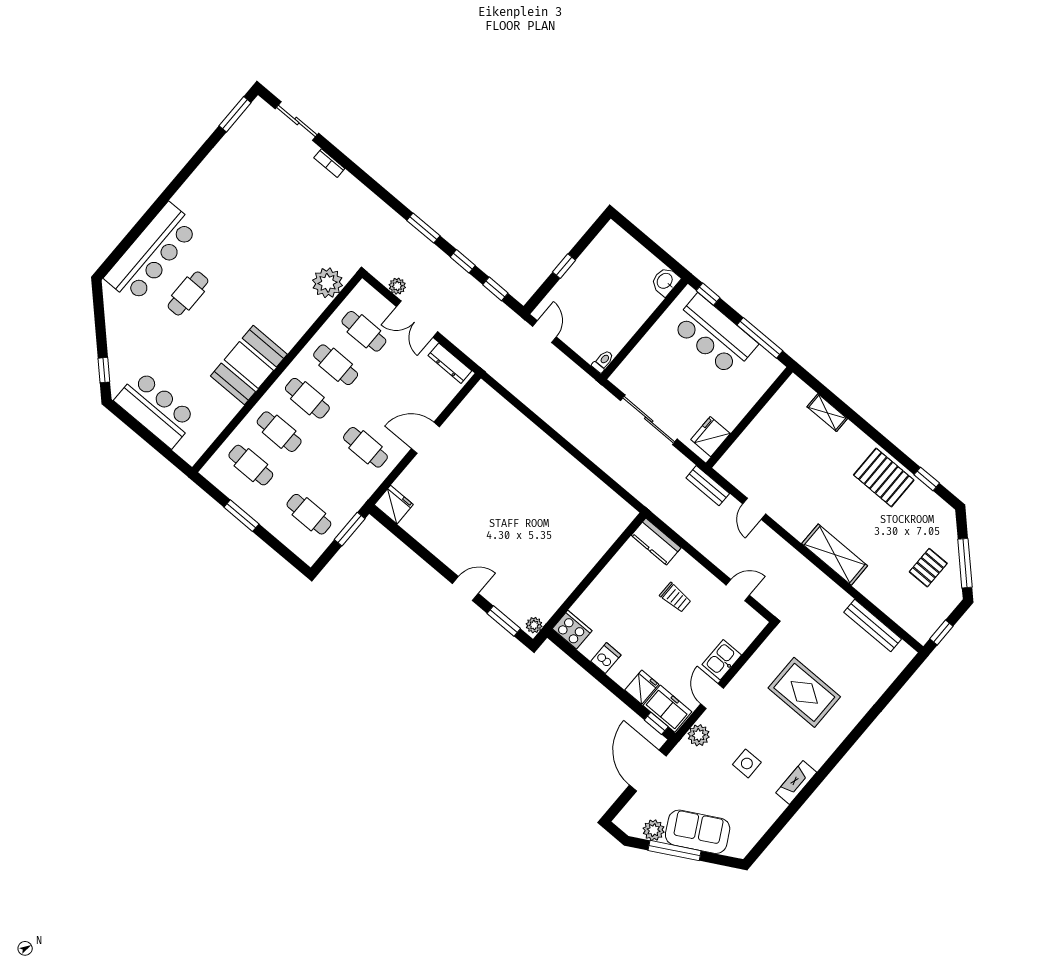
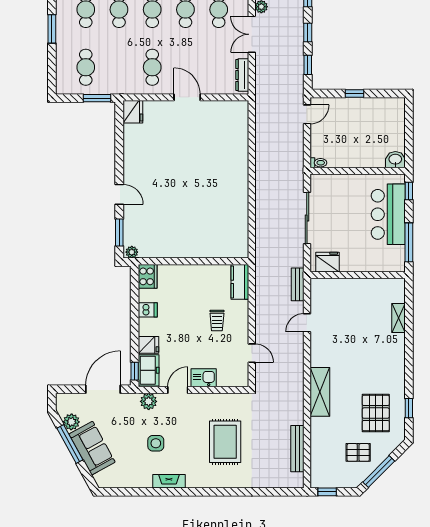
pallet: (884, 478) -> (376, 413), moved

